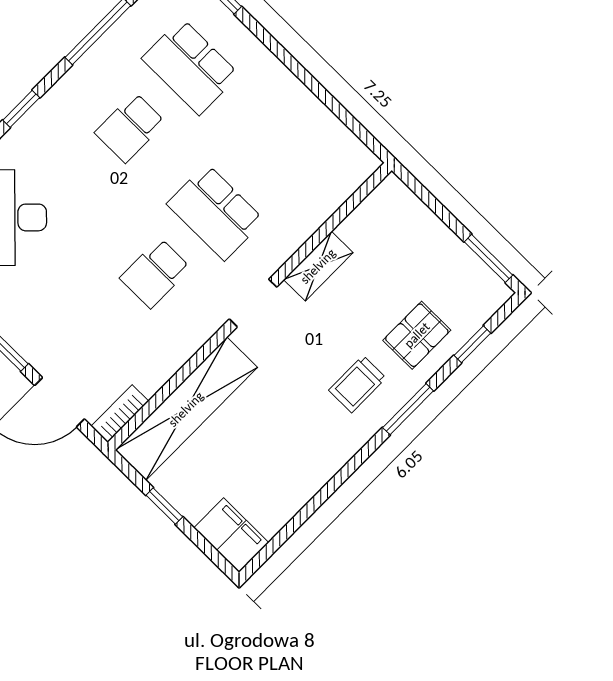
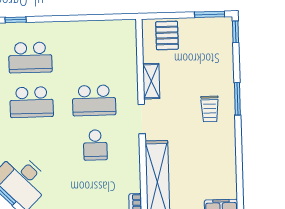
school desk: (130, 128) -> (32, 102), width x1.85
pallet: (417, 335) -> (167, 35), moved
window: (472, 344) -> (236, 32), moved

